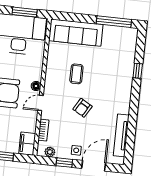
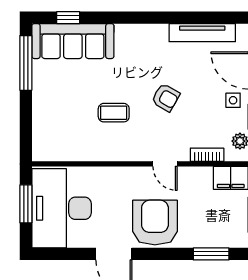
sofa: (76, 33) -> (73, 41), moved, turned 90
window: (138, 71) -> (68, 18), moved
floor lamp: (36, 86) -> (139, 174), removed

